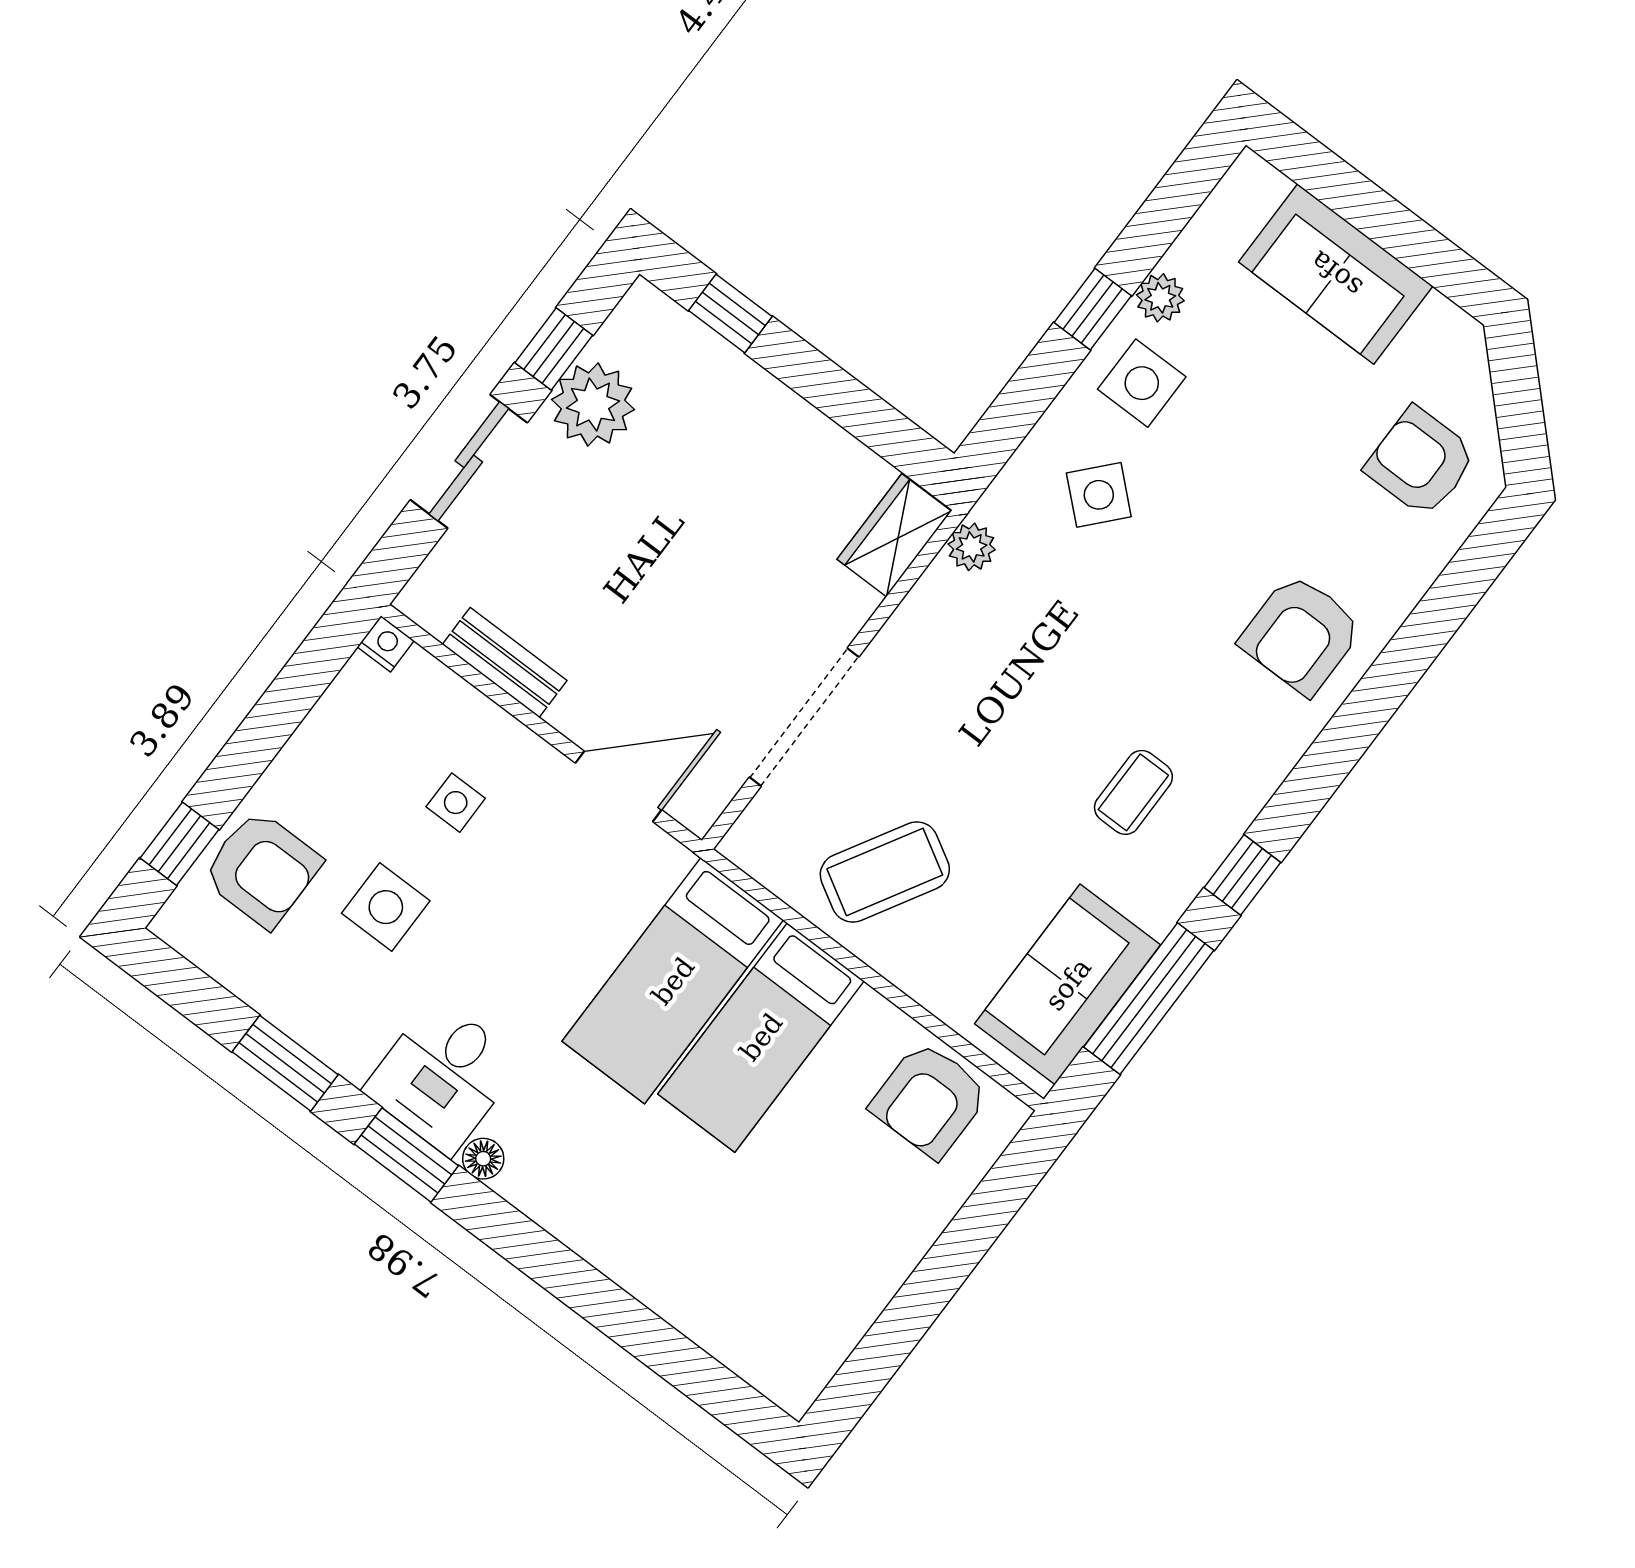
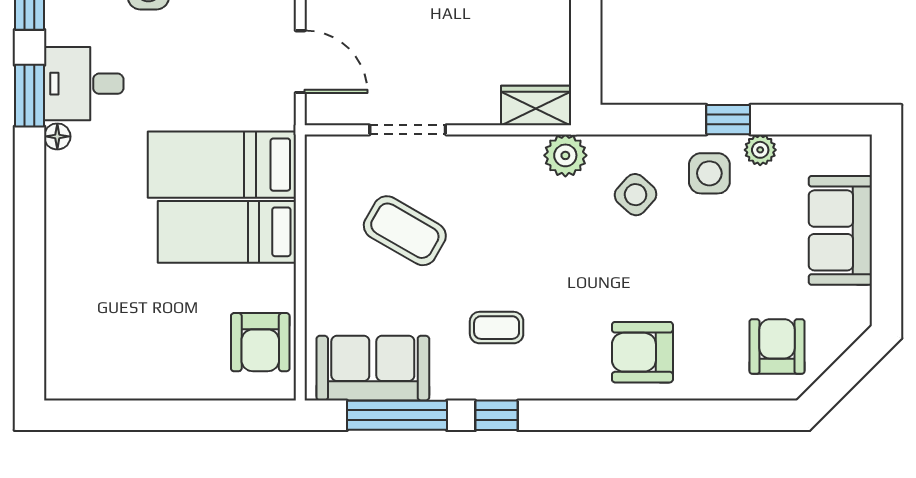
plant: (972, 547) -> (565, 155), width x1.38, depth x1.38
doorway: (804, 717) -> (408, 130), width x0.73
coffee table: (885, 872) -> (405, 231), moved
armchair: (930, 1100) -> (260, 342), turned -90

